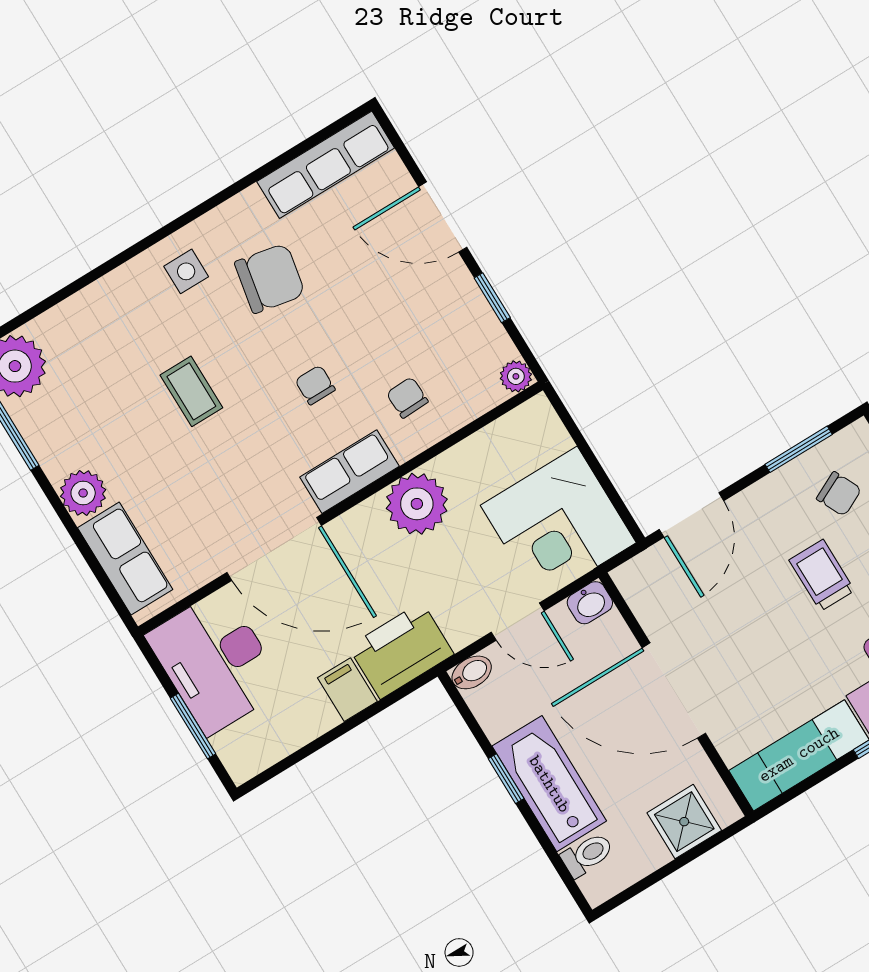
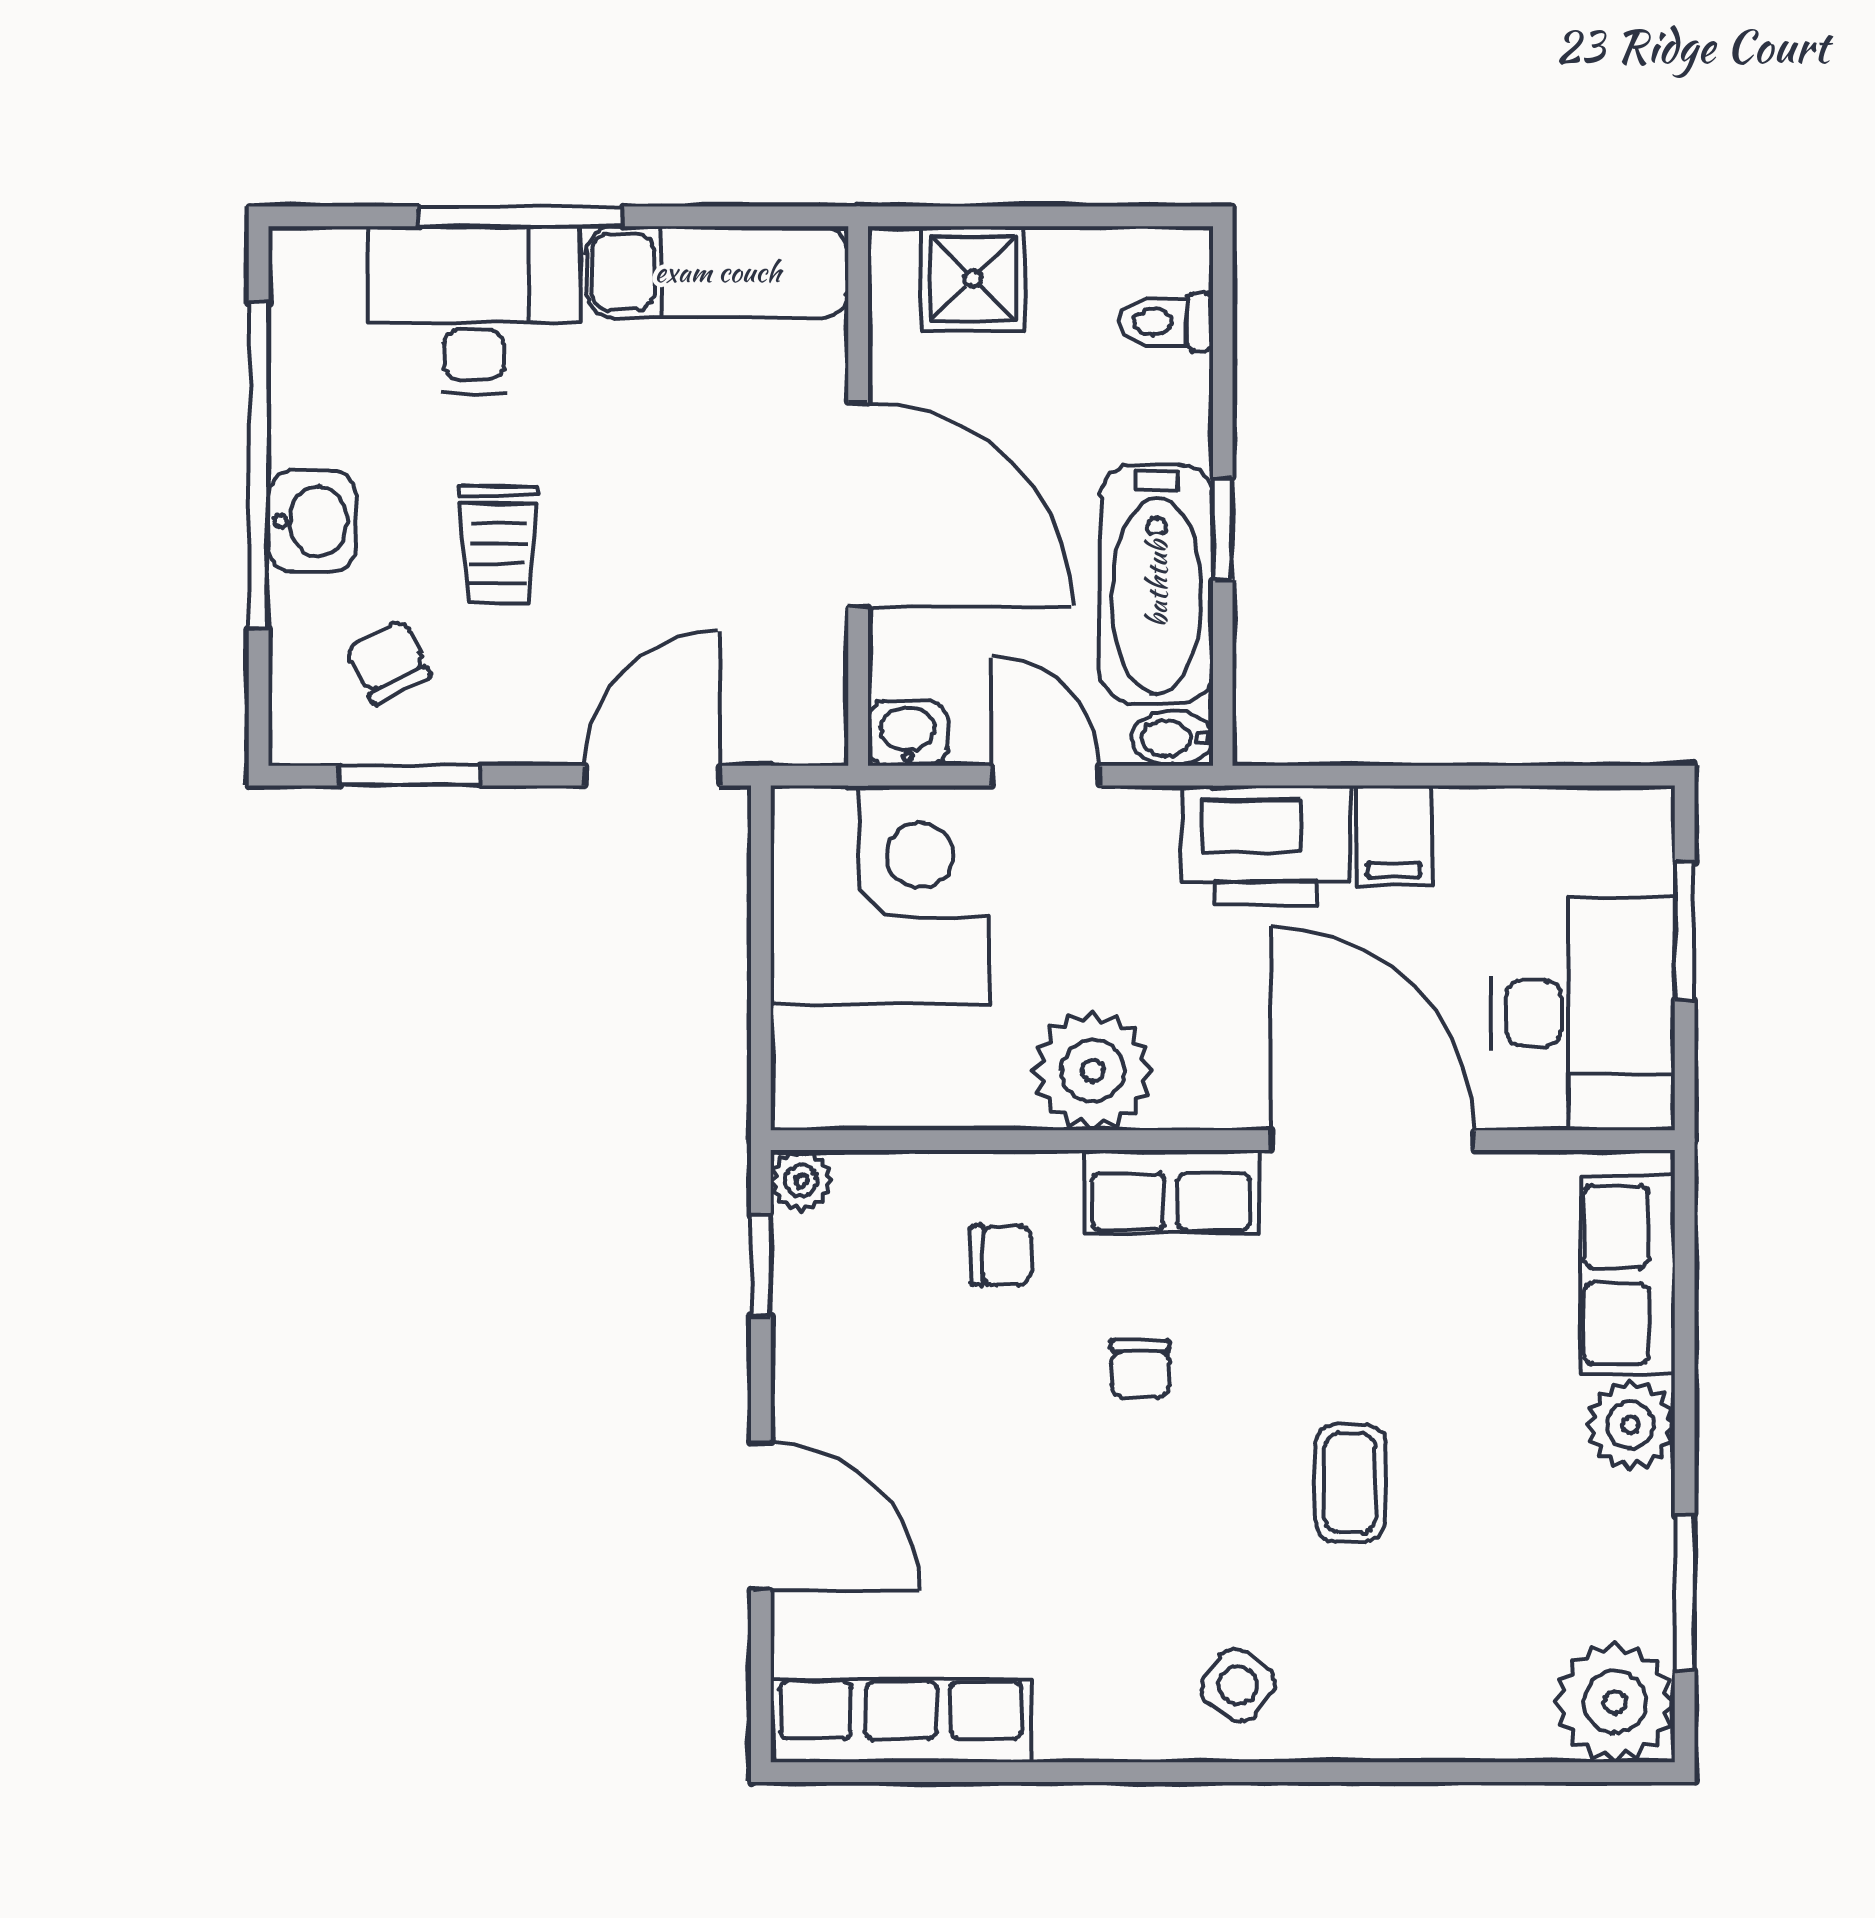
side table: (186, 271) -> (1238, 1685), turned 35
chair: (270, 278) -> (1107, 1590), removed
window: (492, 298) -> (761, 1265), moved
chair: (407, 398) -> (1001, 1255), turned -88
bathtub: (549, 784) -> (1157, 584), moved

